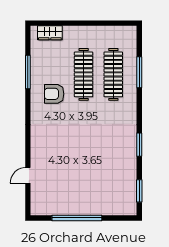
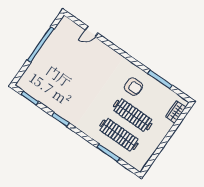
armchair: (54, 94) -> (133, 87), turned 90
door: (28, 175) -> (92, 32), swing flipped

